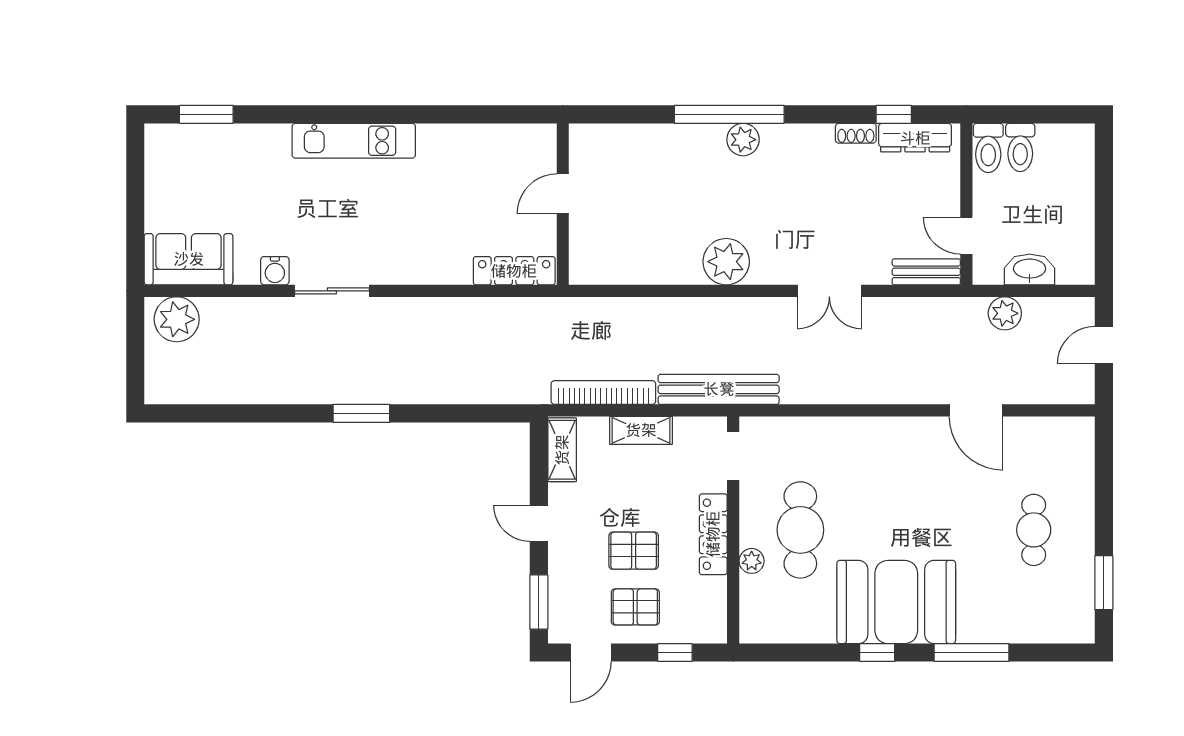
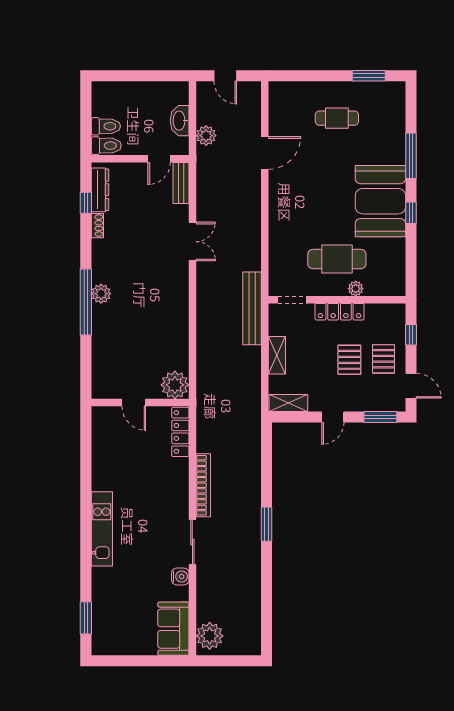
plant: (726, 262) -> (175, 385), moved
bookcase: (603, 393) -> (203, 485), moved, turned 180

